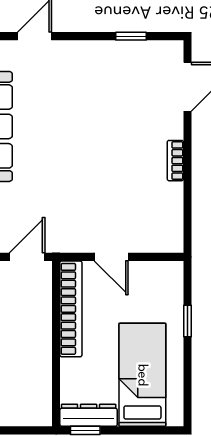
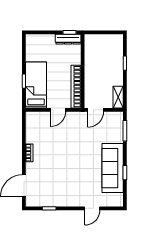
door: (111, 257) -> (58, 110), swing flipped
bed: (142, 375) -> (36, 85), moved, turned 180

